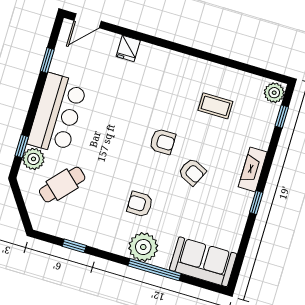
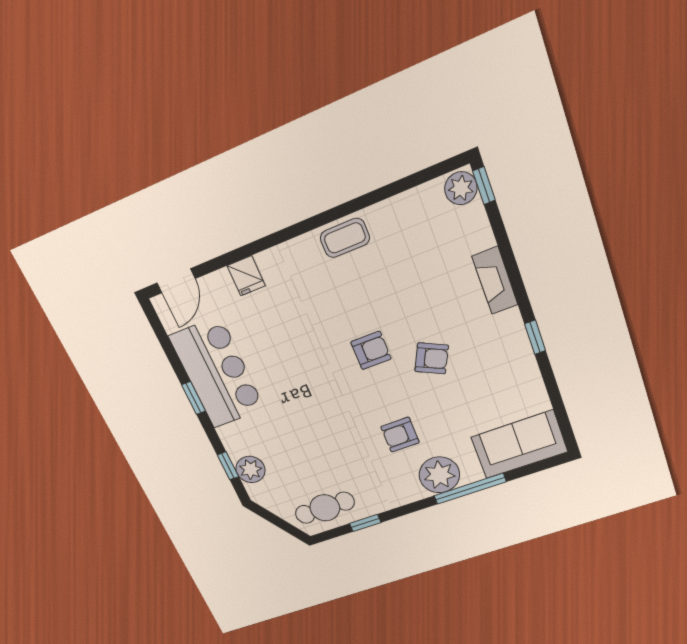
window: (47, 60) -> (194, 398), moved
coffee table: (215, 106) -> (345, 238), moved
bar counter: (57, 114) -> (217, 373), moved
window: (282, 117) -> (484, 186), moved
fireplace: (253, 169) -> (495, 281), moved
cafe table: (62, 185) -> (325, 508), moved, turned 48

